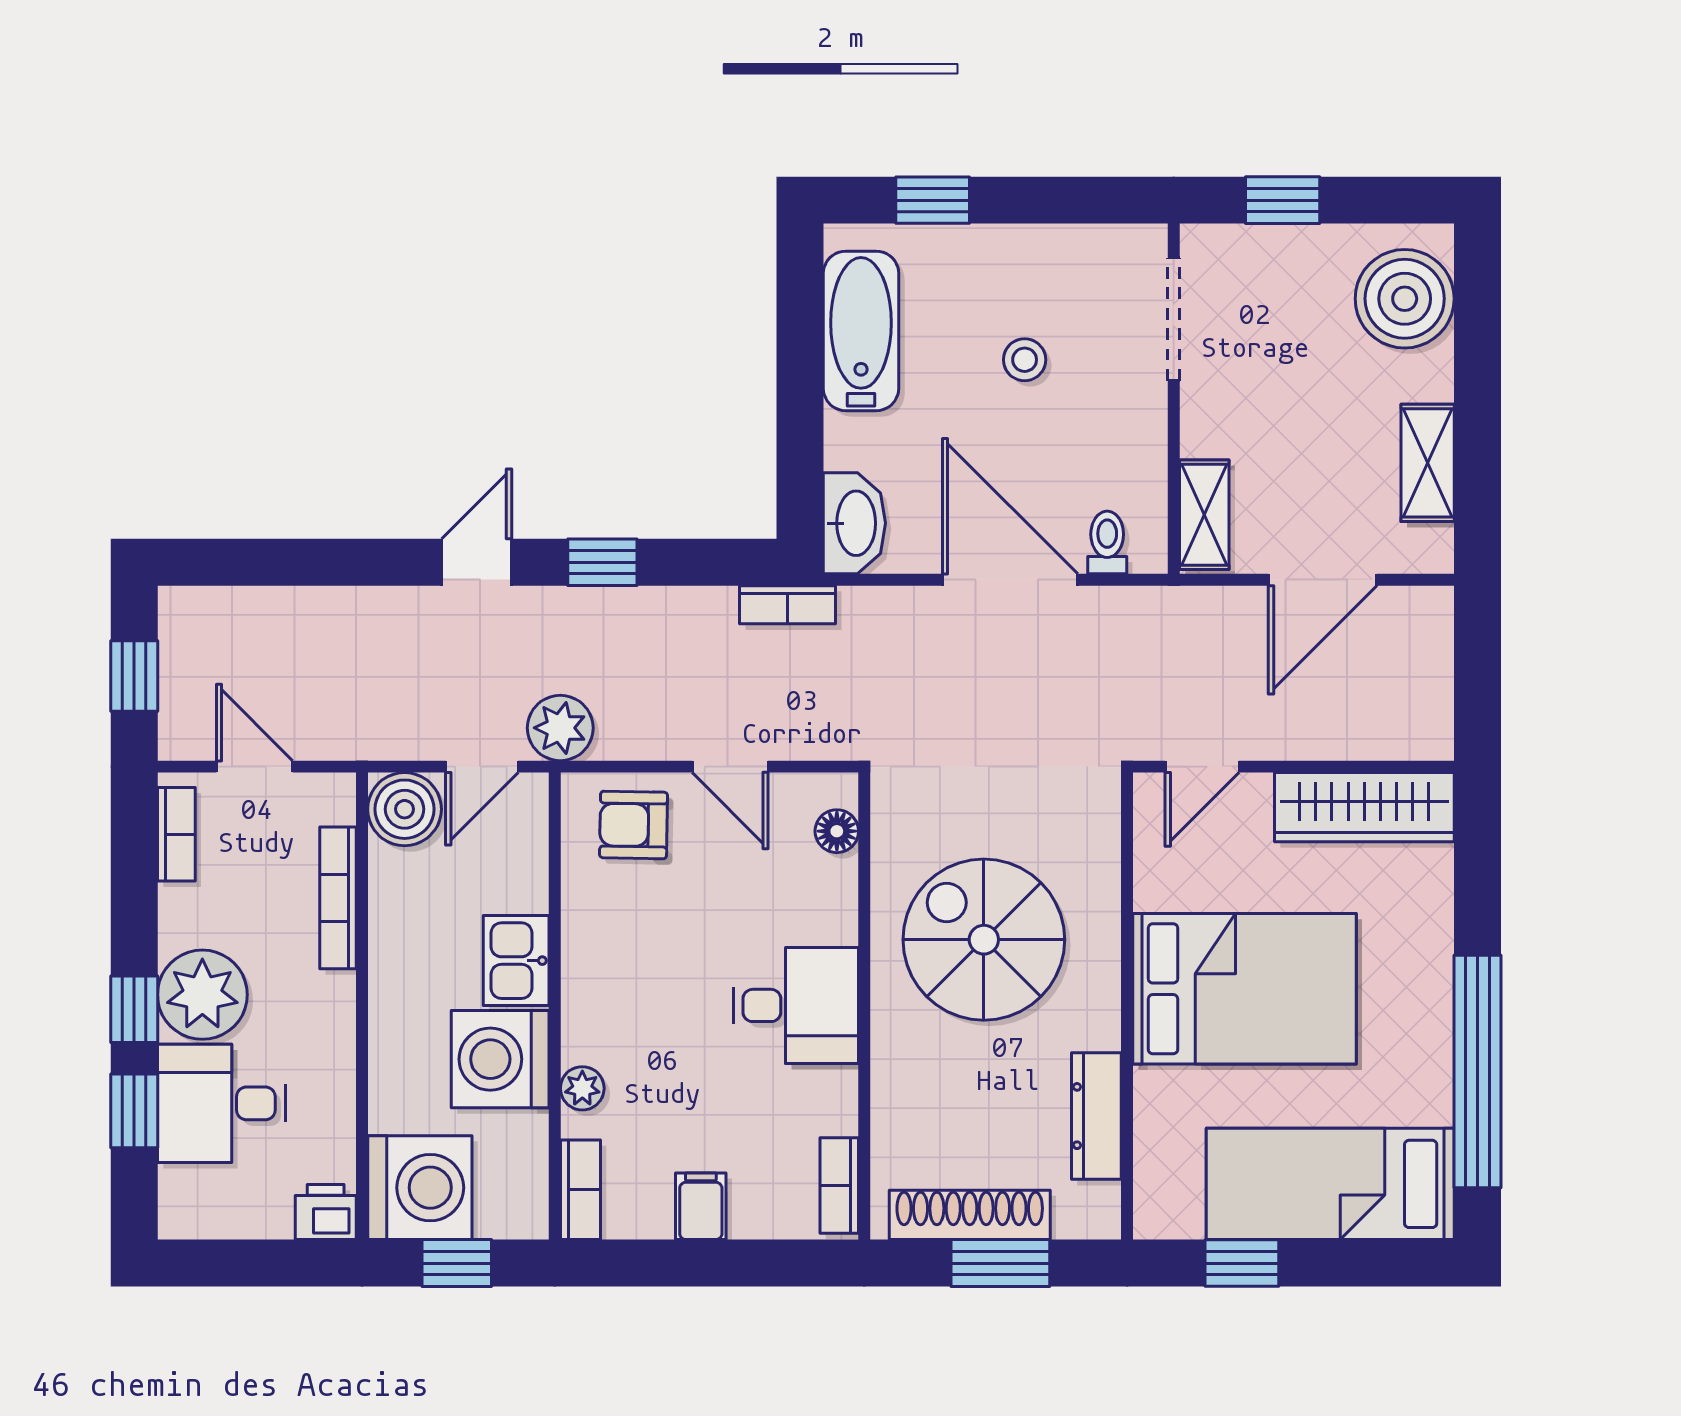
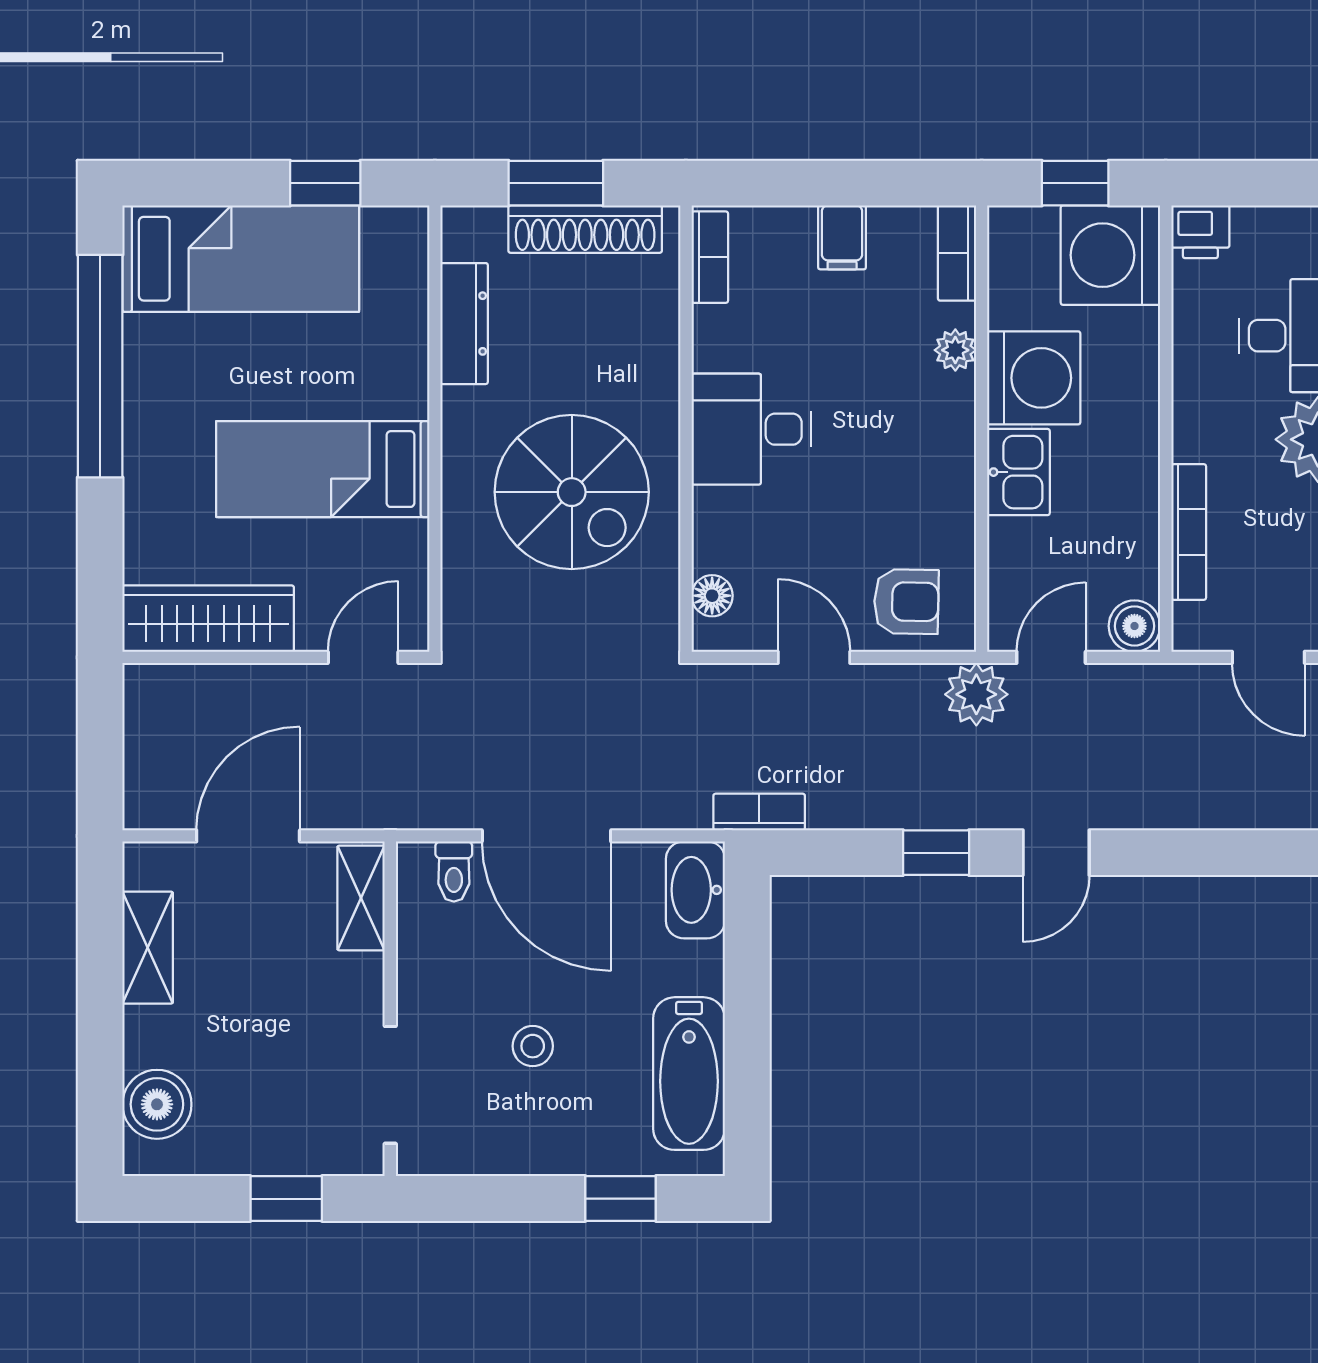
boiler: (1405, 299) -> (157, 1104), width x0.73, depth x0.73
boiler: (405, 809) -> (1134, 626), width x0.73, depth x0.73
bed: (1244, 989) -> (323, 469), width x0.67

